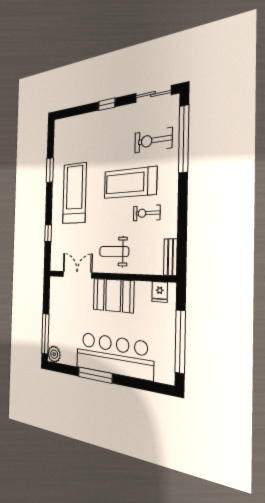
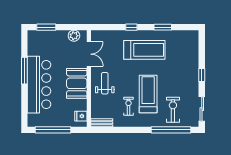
window: (48, 233) -> (131, 27), moved
window: (45, 334) -> (46, 27), width x0.69
plant: (54, 354) -> (74, 36), moved

